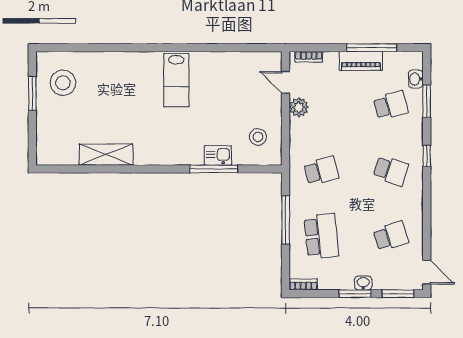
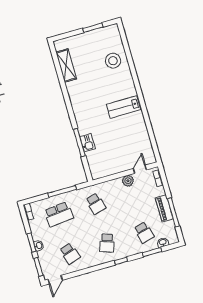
stool: (63, 83) -> (113, 61), moved
stool: (258, 137) -> (105, 162), removed
shelving: (106, 155) -> (66, 66), moved

